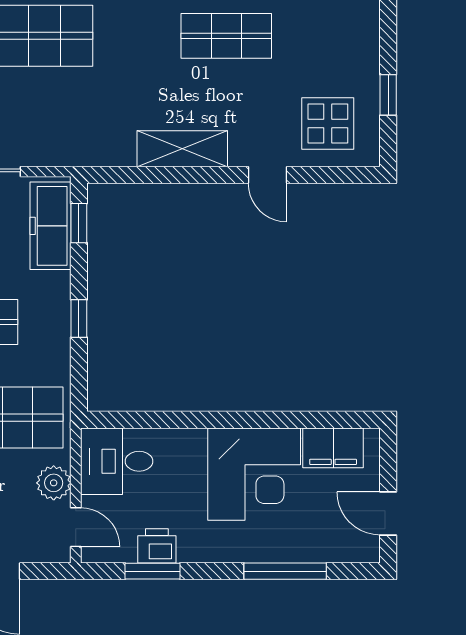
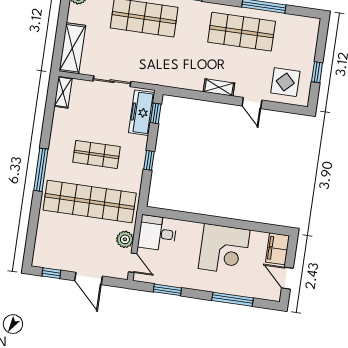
shop shelf: (226, 36) -> (242, 32), width x1.43, depth x1.36
shelving: (182, 149) -> (219, 87), width x0.67, depth x0.75
filing cabinet: (333, 448) -> (277, 249), moved, turned 90
printer: (157, 546) -> (171, 278), removed

